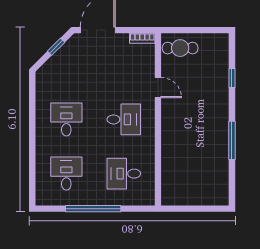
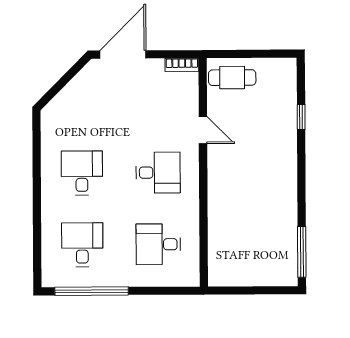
window: (56, 47) -> (68, 77), removed
window: (232, 140) -> (302, 252), moved
window: (93, 209) -> (92, 291), moved

